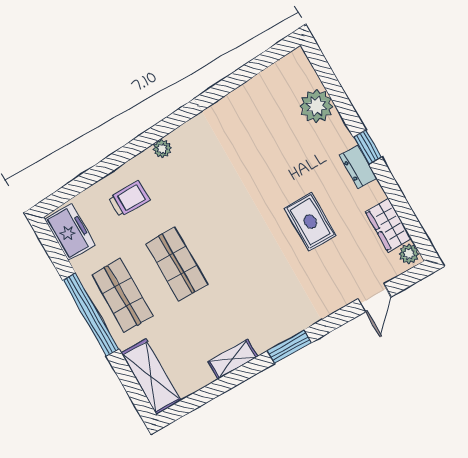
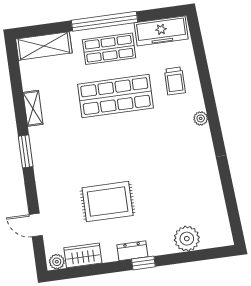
rug: (310, 222) -> (108, 202), width x1.36, depth x1.43
freezer: (70, 232) -> (161, 31), width x1.40
shop shelf: (177, 264) -> (116, 96), width x1.43, depth x1.36

